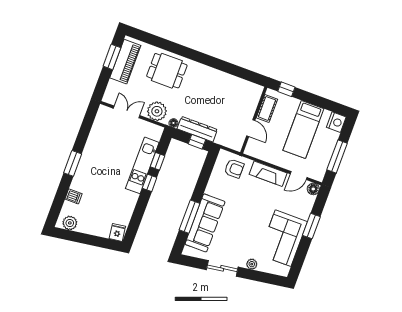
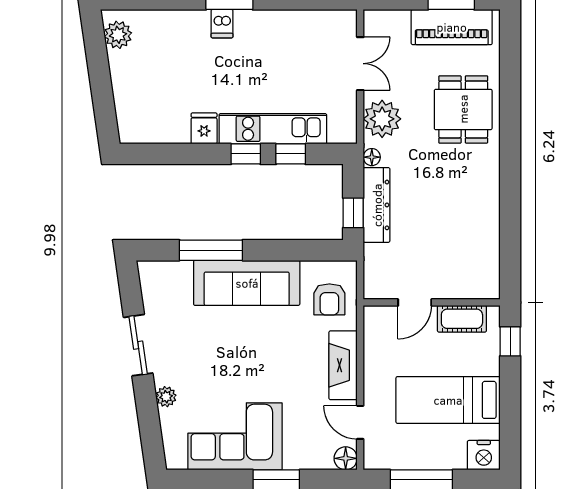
dishwasher: (74, 196) -> (222, 24), moved
sofa: (205, 223) -> (247, 283), moved
fridge: (117, 232) -> (204, 128), moved, turned -82

